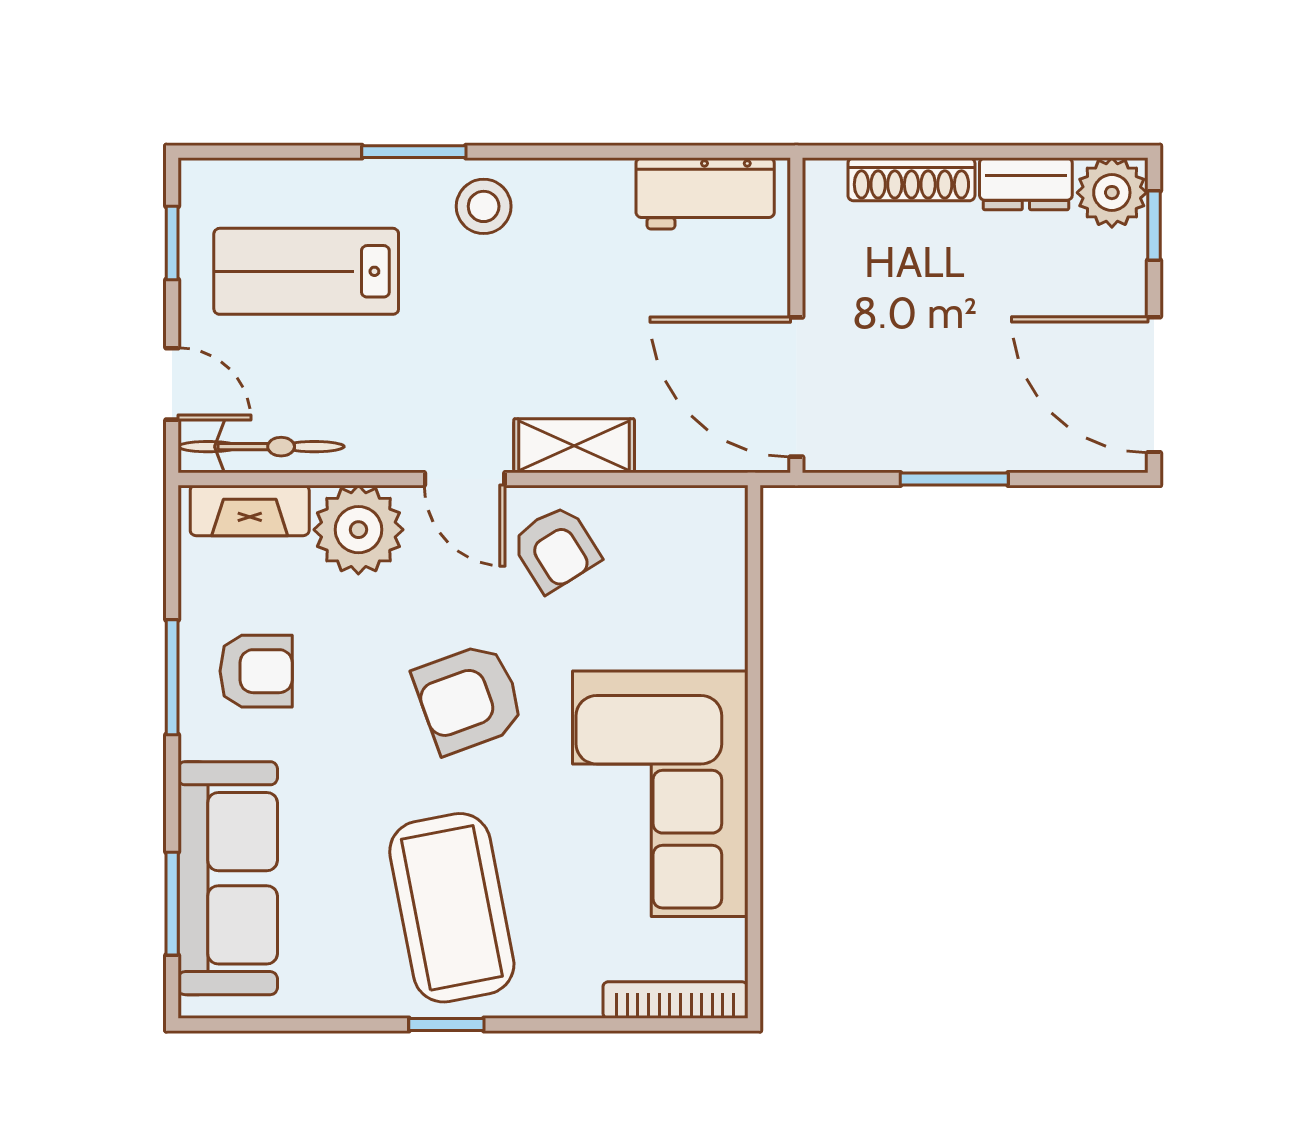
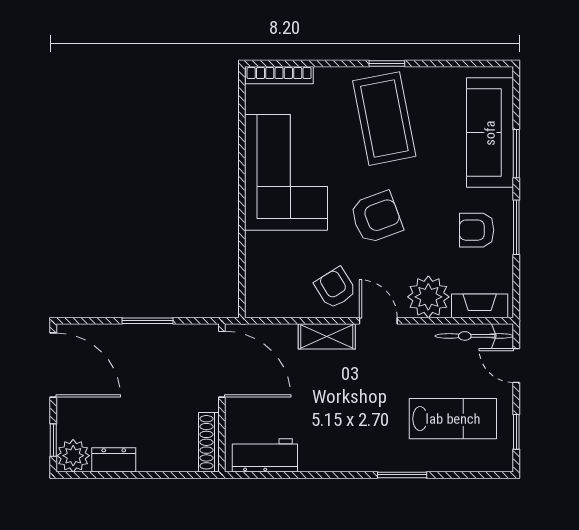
shoe rack: (911, 179) -> (209, 442), moved, turned -90
stool: (484, 206) -> (369, 449), removed
window: (172, 904) -> (516, 154), moved

